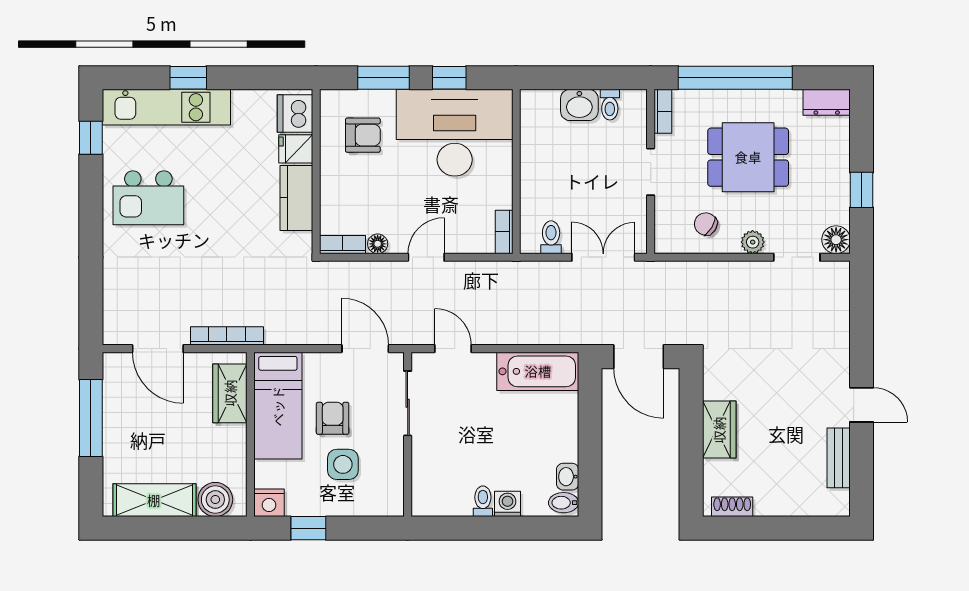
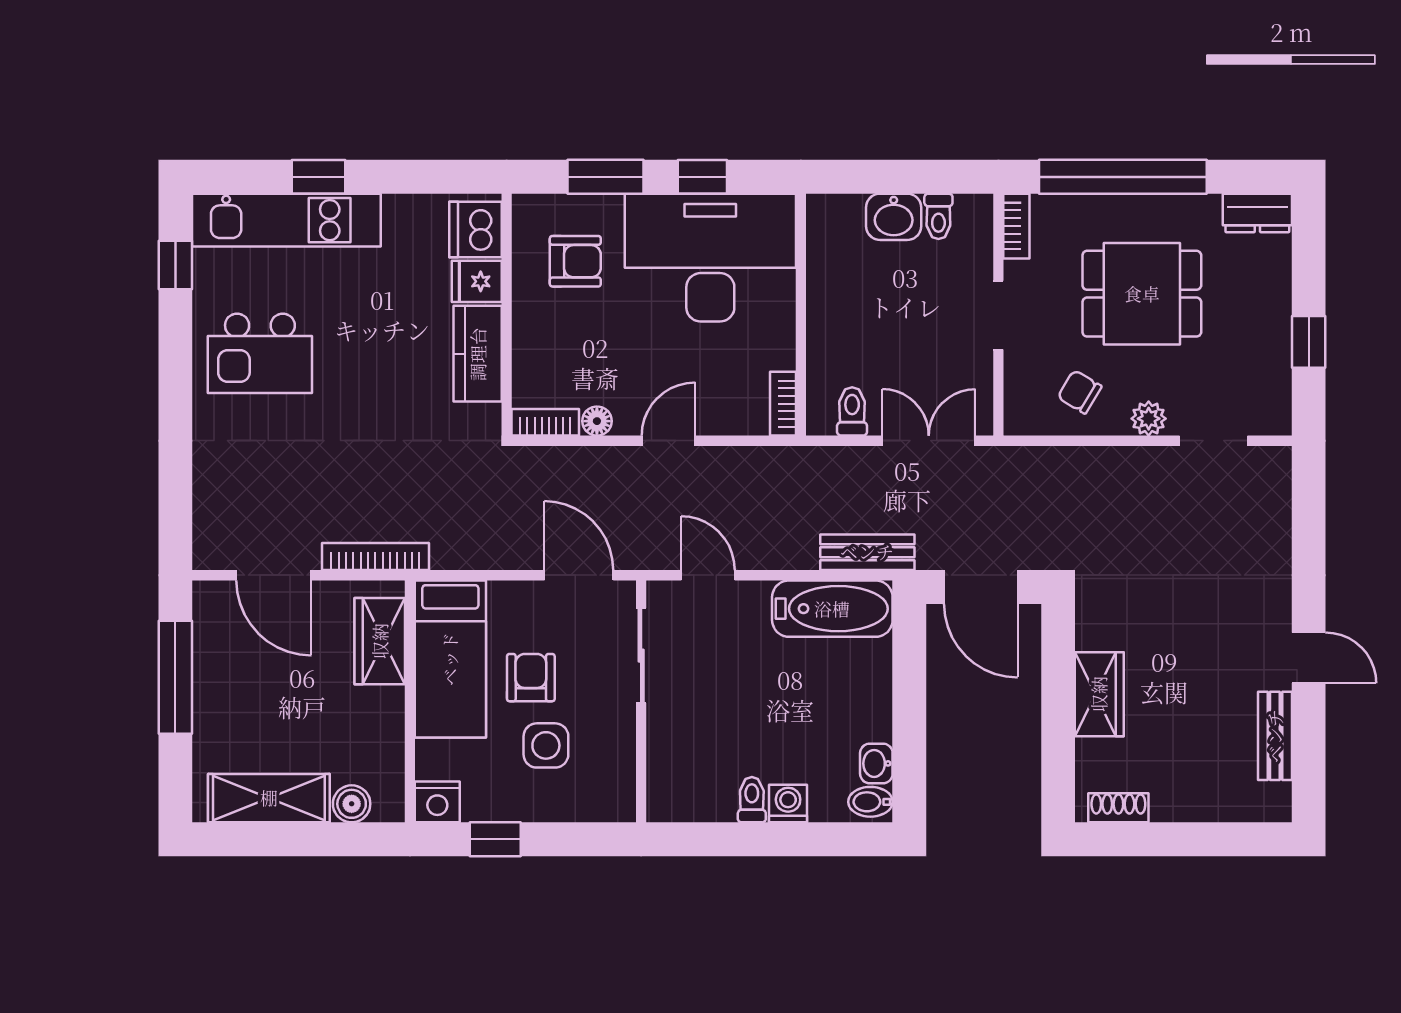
floor lamp: (836, 240) -> (1271, 415), removed
bench: (561, 333) -> (867, 552), added
boiler: (215, 500) -> (352, 804), width x0.73, depth x0.73

